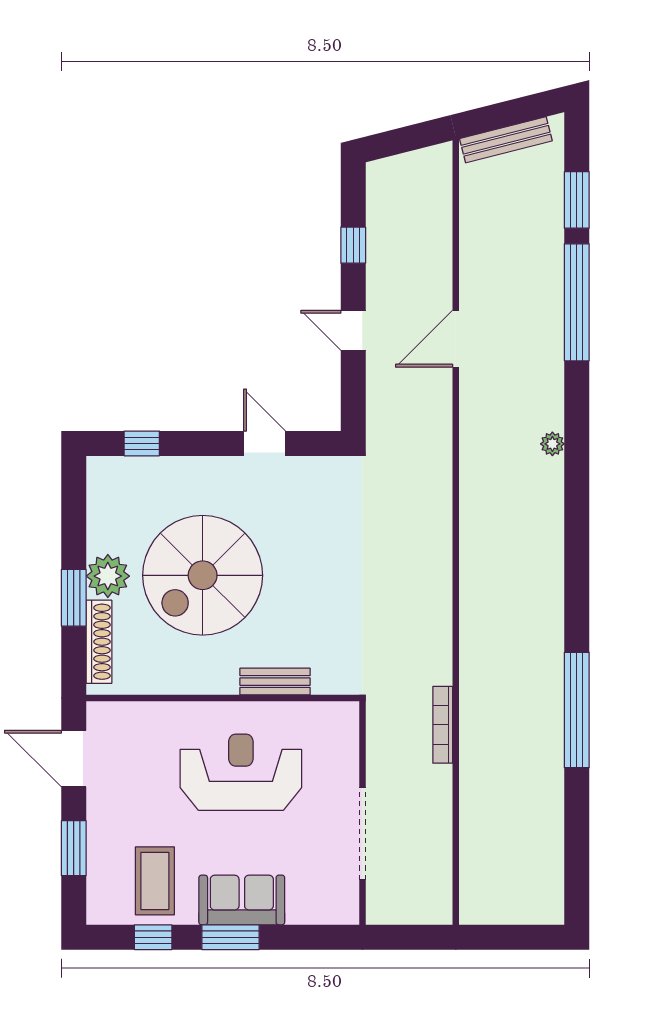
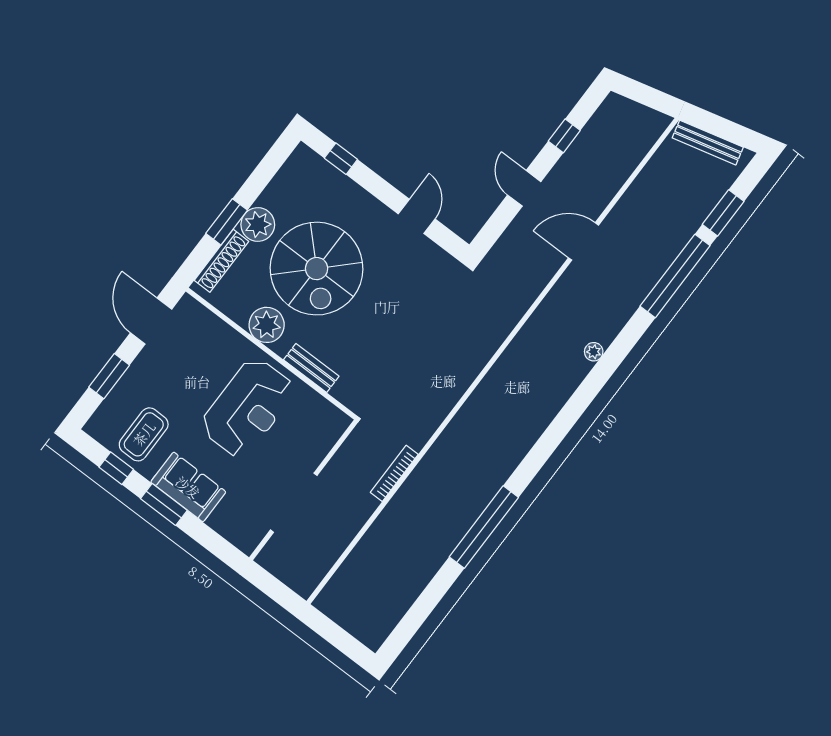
spiral stairs: (203, 575) -> (317, 269), turned -90
plant: (195, 672) -> (267, 325), added
reception desk: (241, 772) -> (248, 408), turned 90

